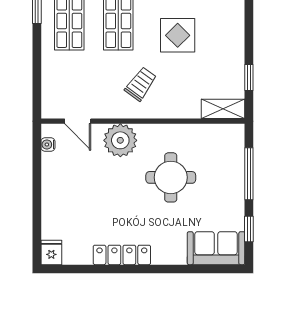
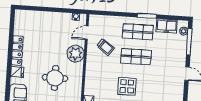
trolley: (141, 84) -> (106, 47), moved
fridge: (51, 252) -> (17, 72), moved

